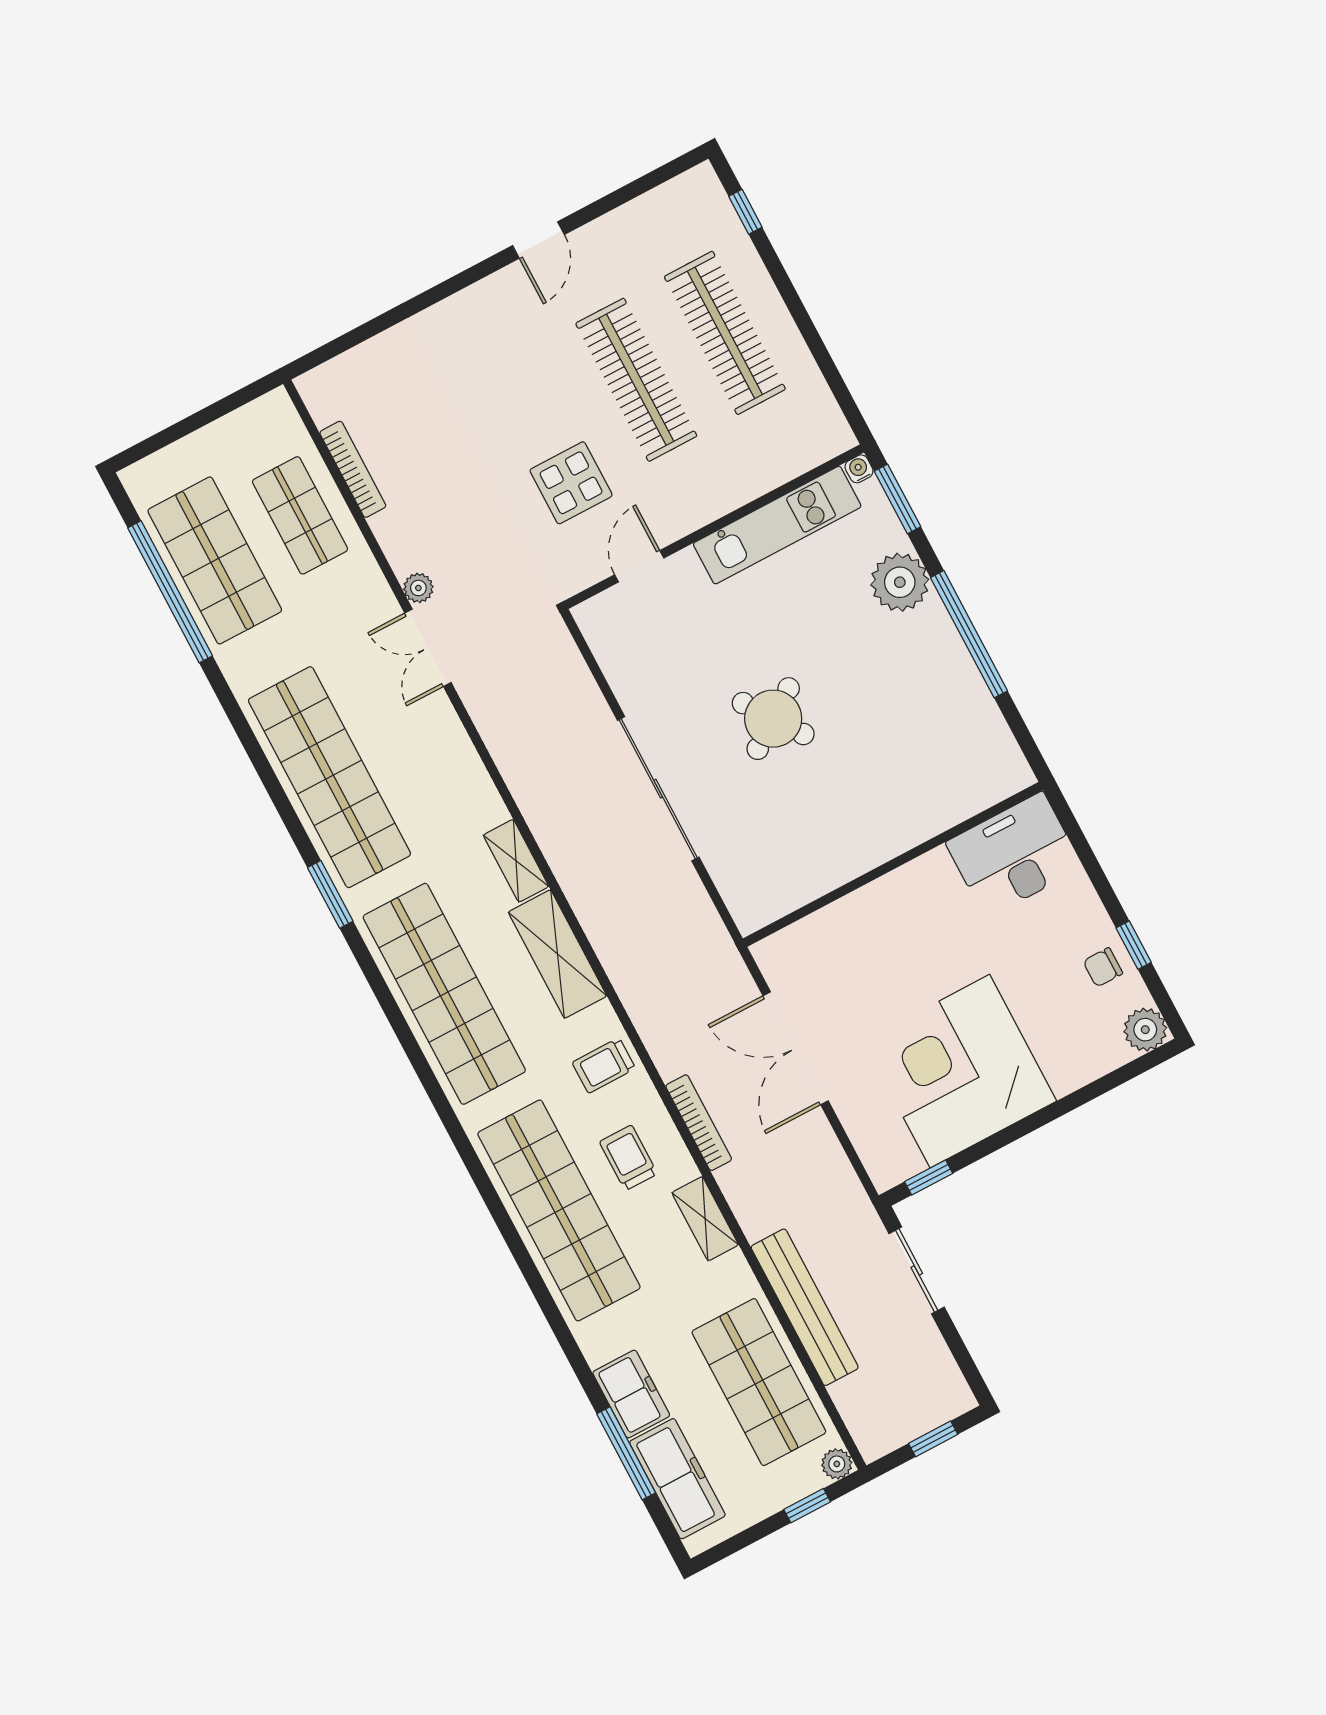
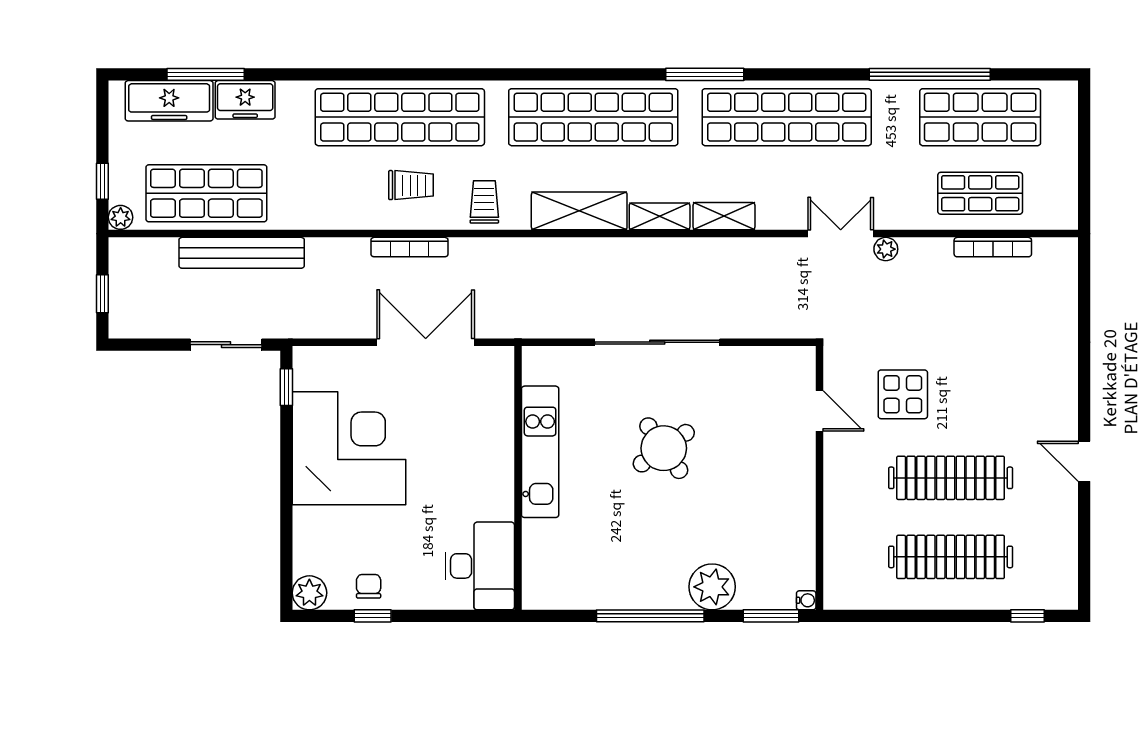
kitchen unit: (777, 525) -> (540, 452), moved, turned 180
window: (170, 592) -> (930, 74), moved
window: (330, 894) -> (705, 74), width x1.44
shelving: (705, 1219) -> (724, 216), moved

